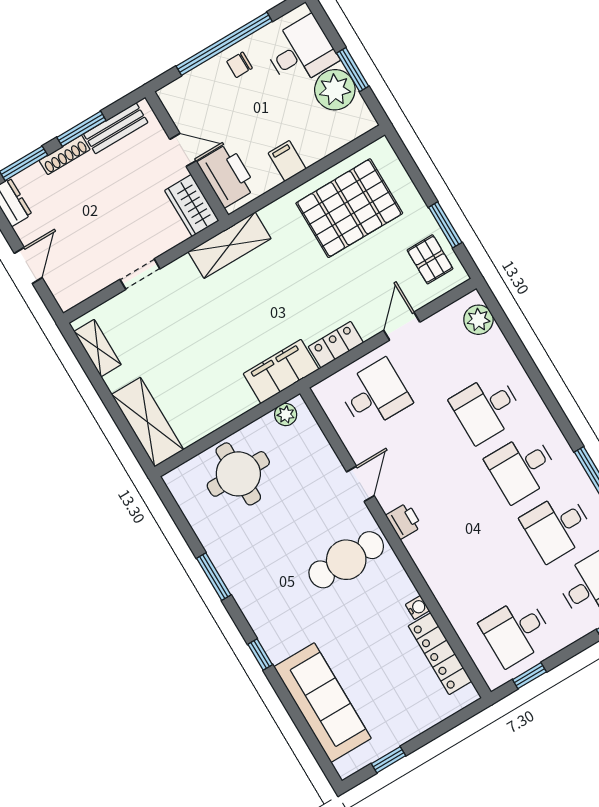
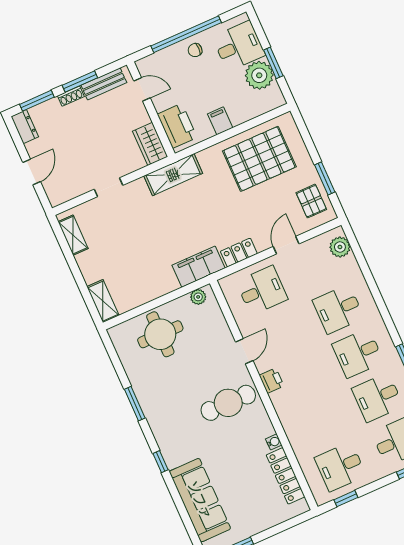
door: (183, 150) -> (142, 89), moved
shoe rack: (65, 155) -> (71, 96), width x0.70
shelving: (148, 422) -> (103, 301), width x0.67, depth x0.75

